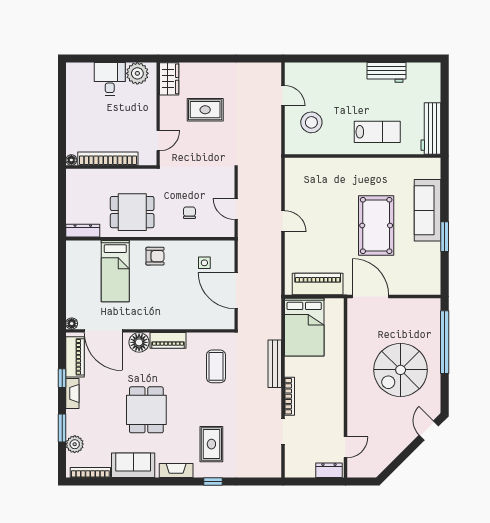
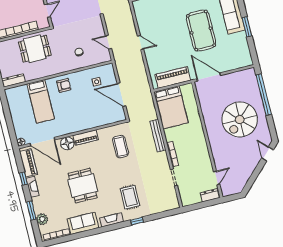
dining table: (132, 212) -> (35, 49), moved

